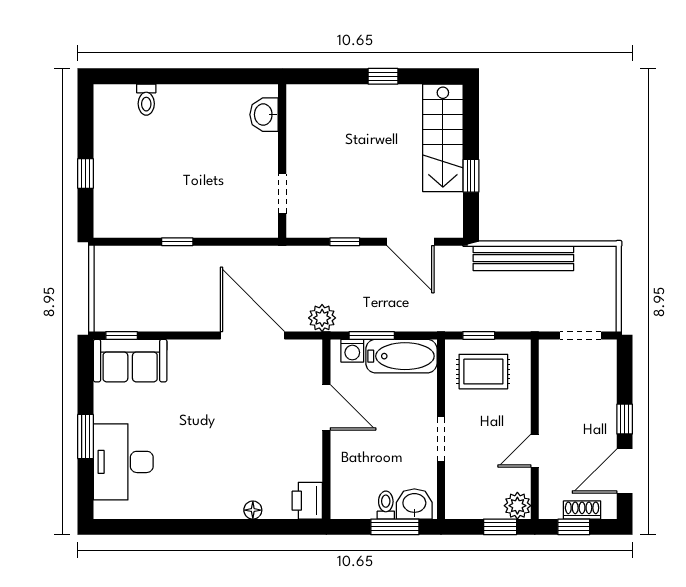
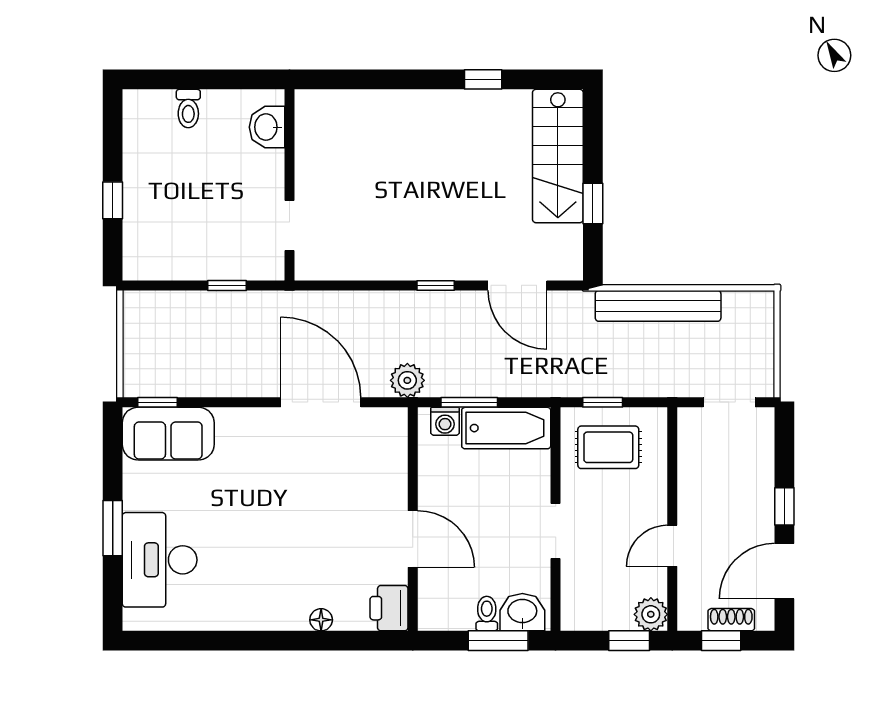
washbasin: (264, 115) -> (267, 127), moved
wall: (282, 161) -> (289, 185), moved
doorway: (282, 194) -> (289, 226), moved
door: (326, 407) -> (413, 539), moved

